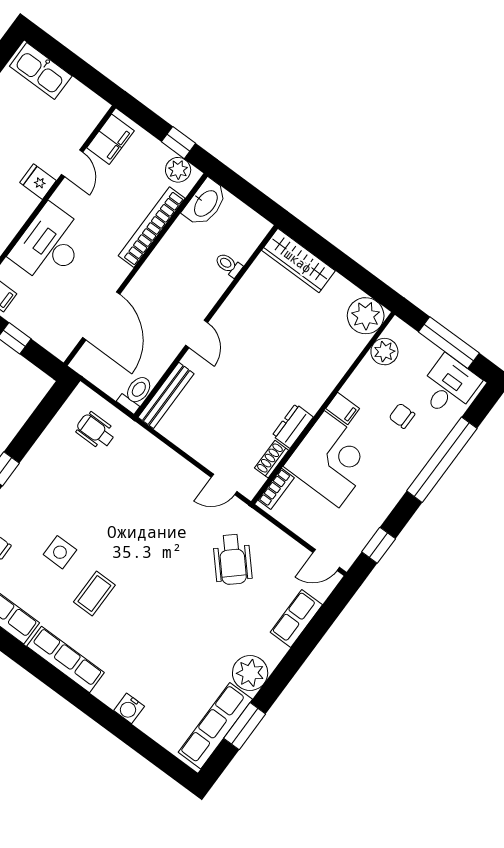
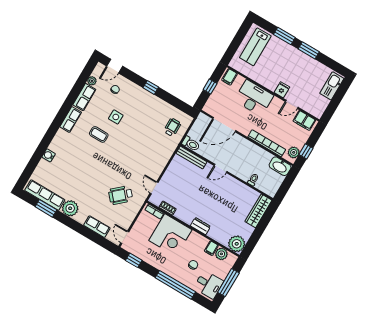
filing cabinet: (343, 409) -> (211, 248), moved
dresser: (293, 426) -> (200, 226), moved
row of seats: (66, 659) -> (71, 120), width x0.68

